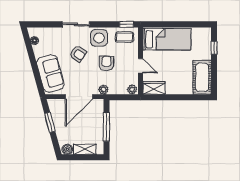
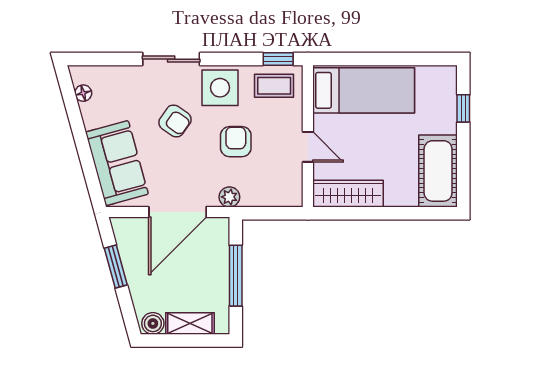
wardrobe: (154, 88) -> (348, 194), width x1.50
plant: (132, 89) -> (290, 197), removed

